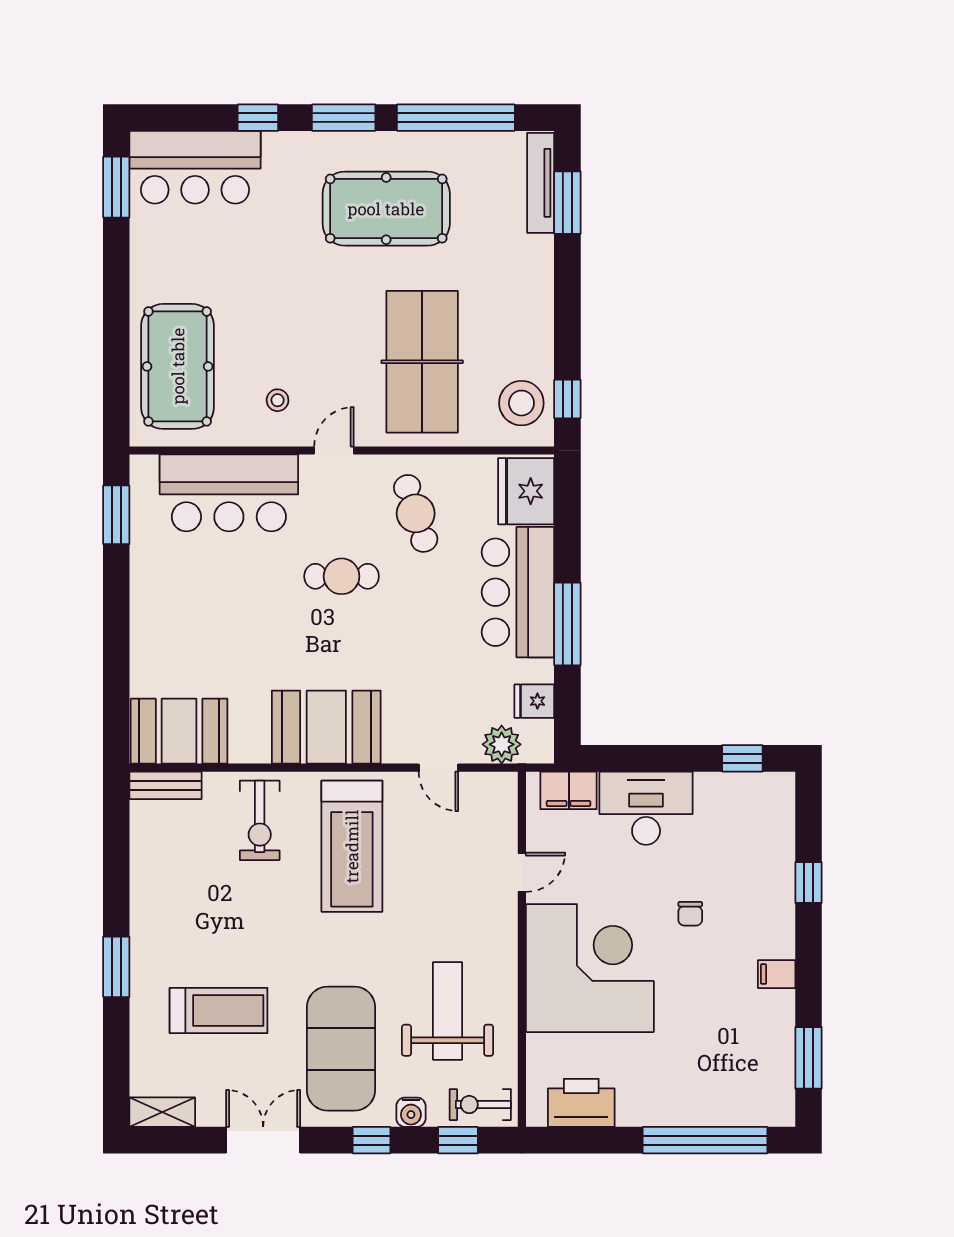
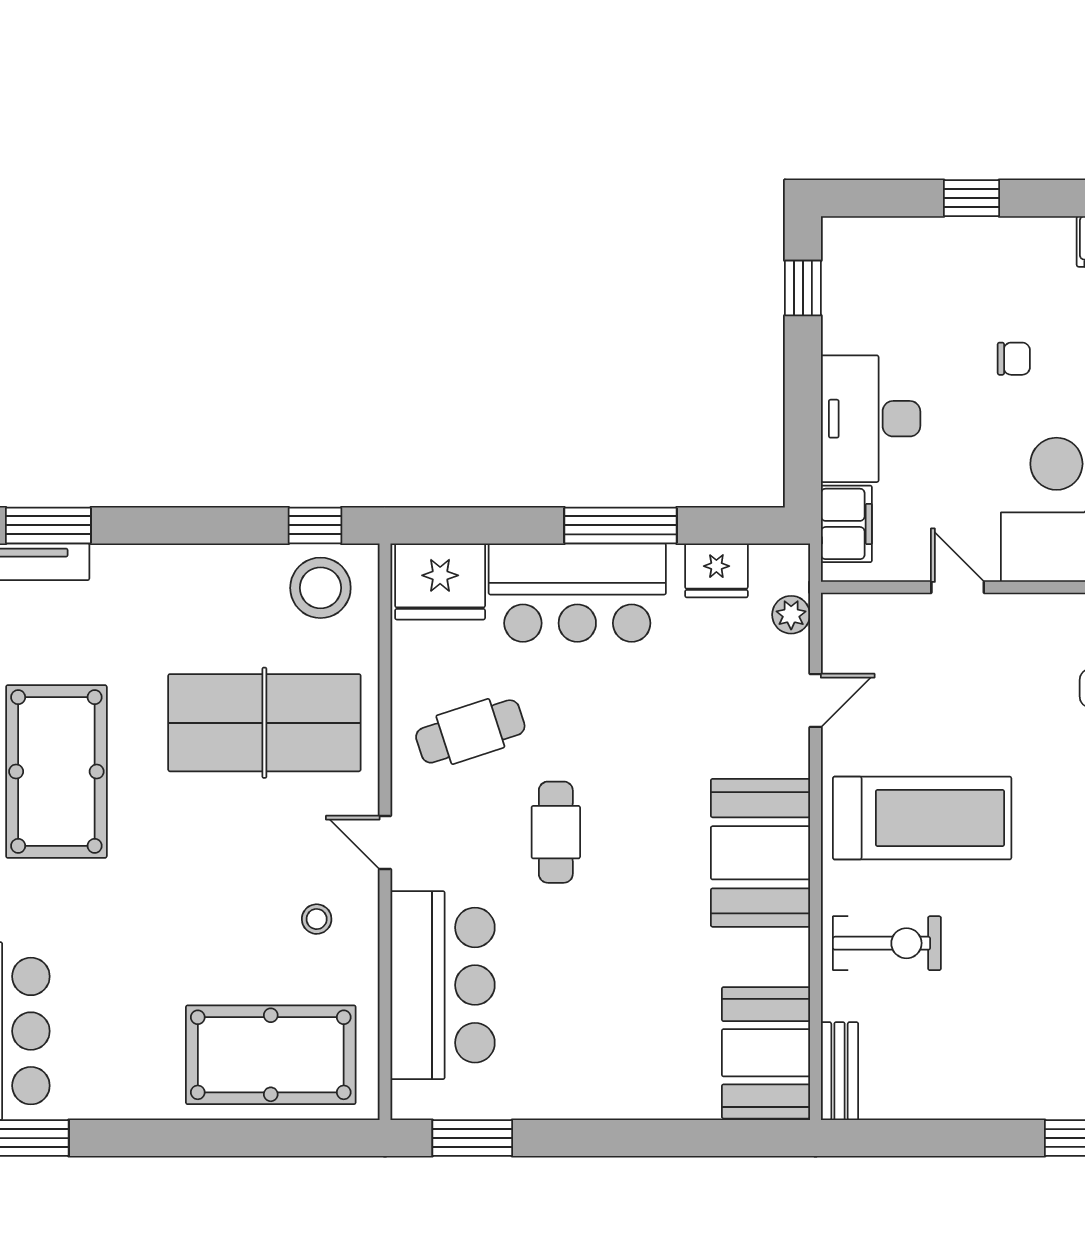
fridge: (534, 701) -> (716, 570), width x1.38
plant: (502, 744) -> (791, 615), width x0.73, depth x0.73

